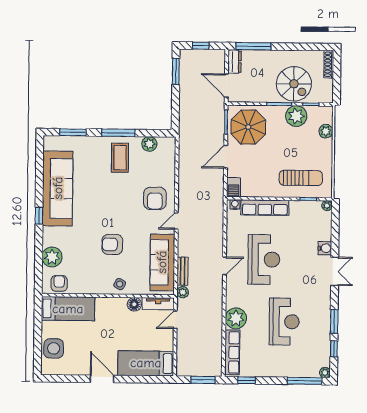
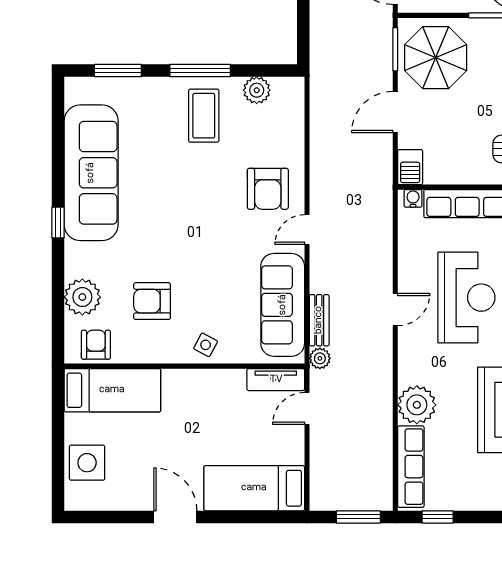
armchair: (112, 244) -> (152, 301), moved
floor lamp: (134, 304) -> (232, 381), removed

